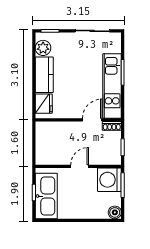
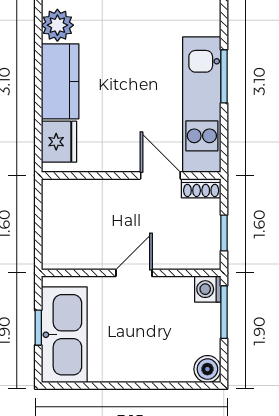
door: (92, 120) -> (160, 175), hinge flipped
washing machine: (109, 180) -> (208, 289), width x0.53, depth x0.53

